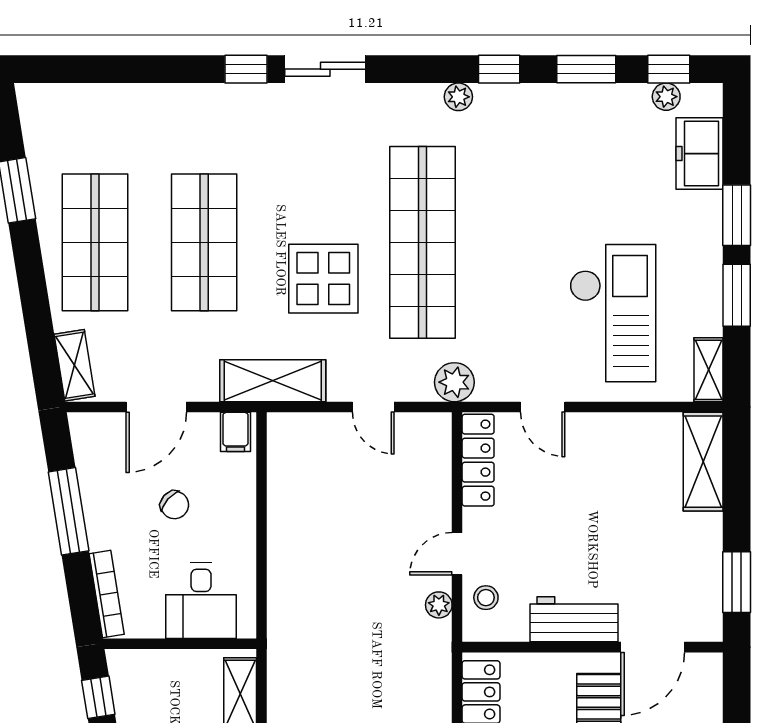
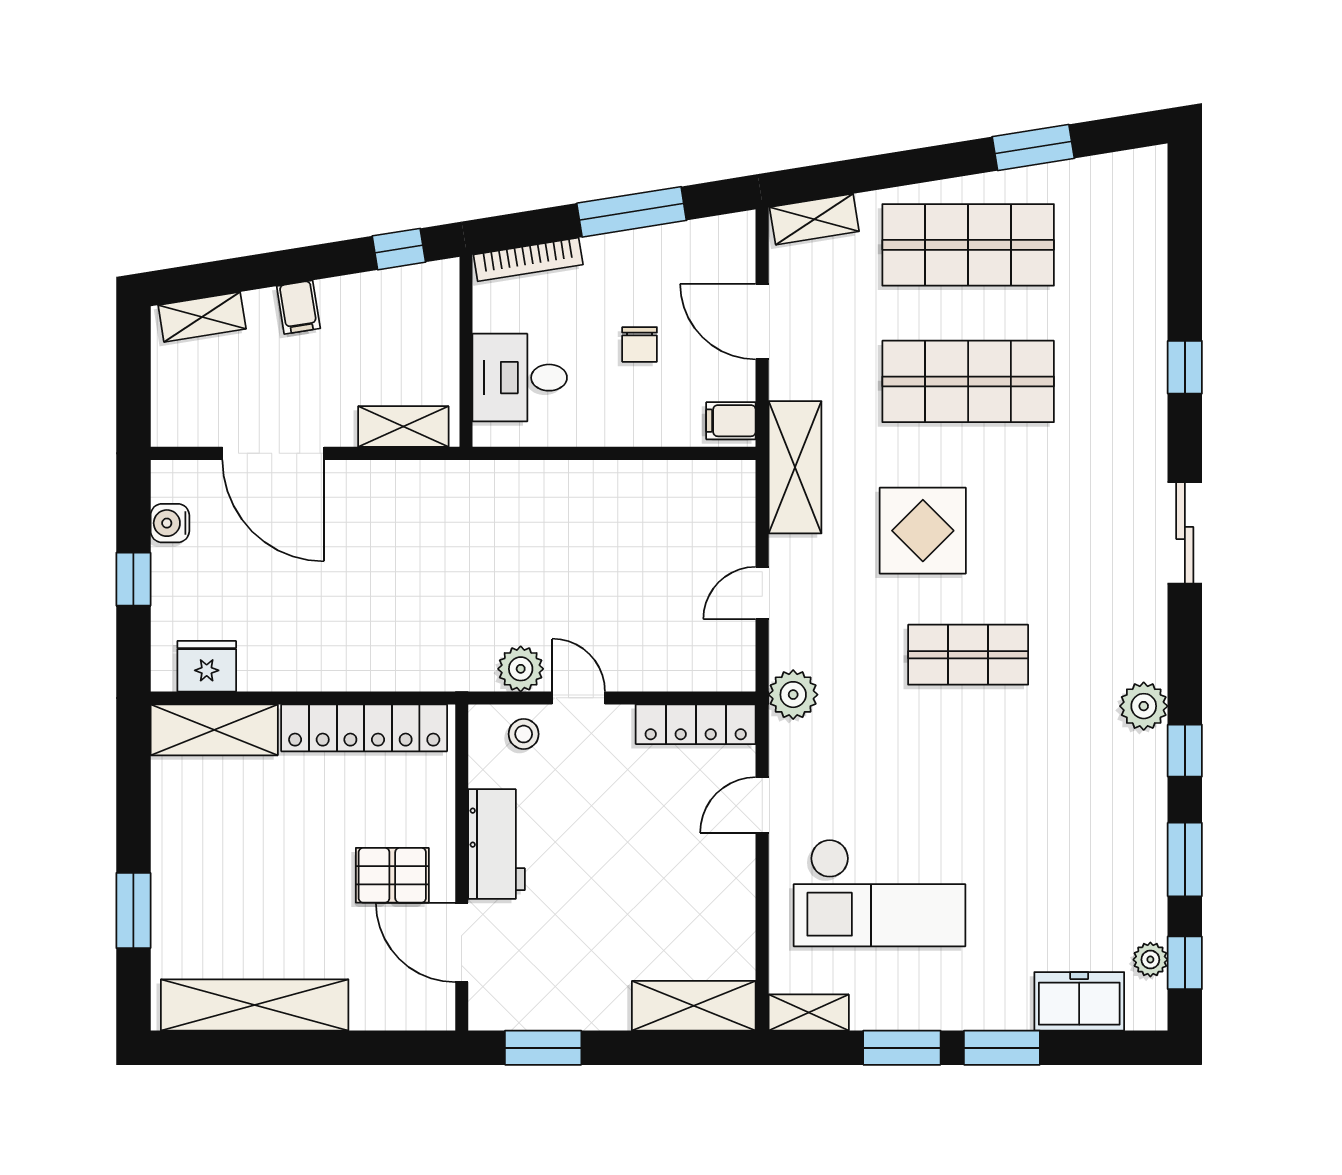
window: (246, 69) -> (1185, 367), moved
plant: (458, 97) -> (1144, 706), width x1.38, depth x1.38
shop shelf: (423, 242) -> (968, 655), width x0.50, depth x0.74
chair: (175, 505) -> (640, 344), turned -42
plant: (439, 605) -> (521, 669), width x1.38, depth x1.38

